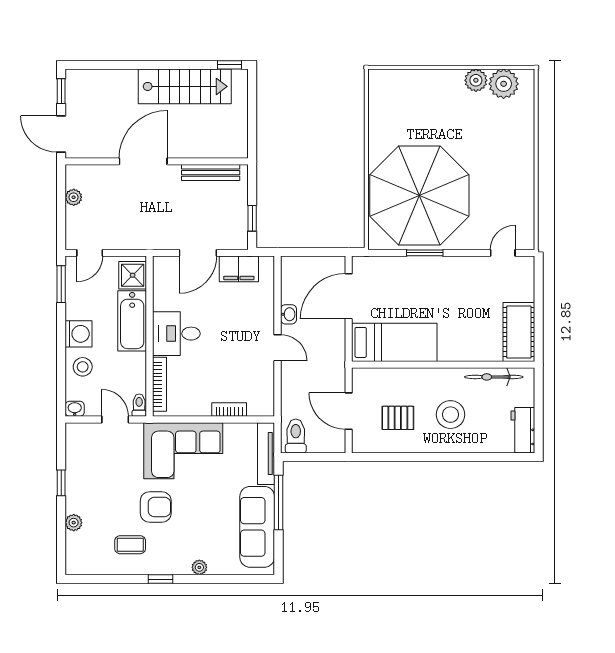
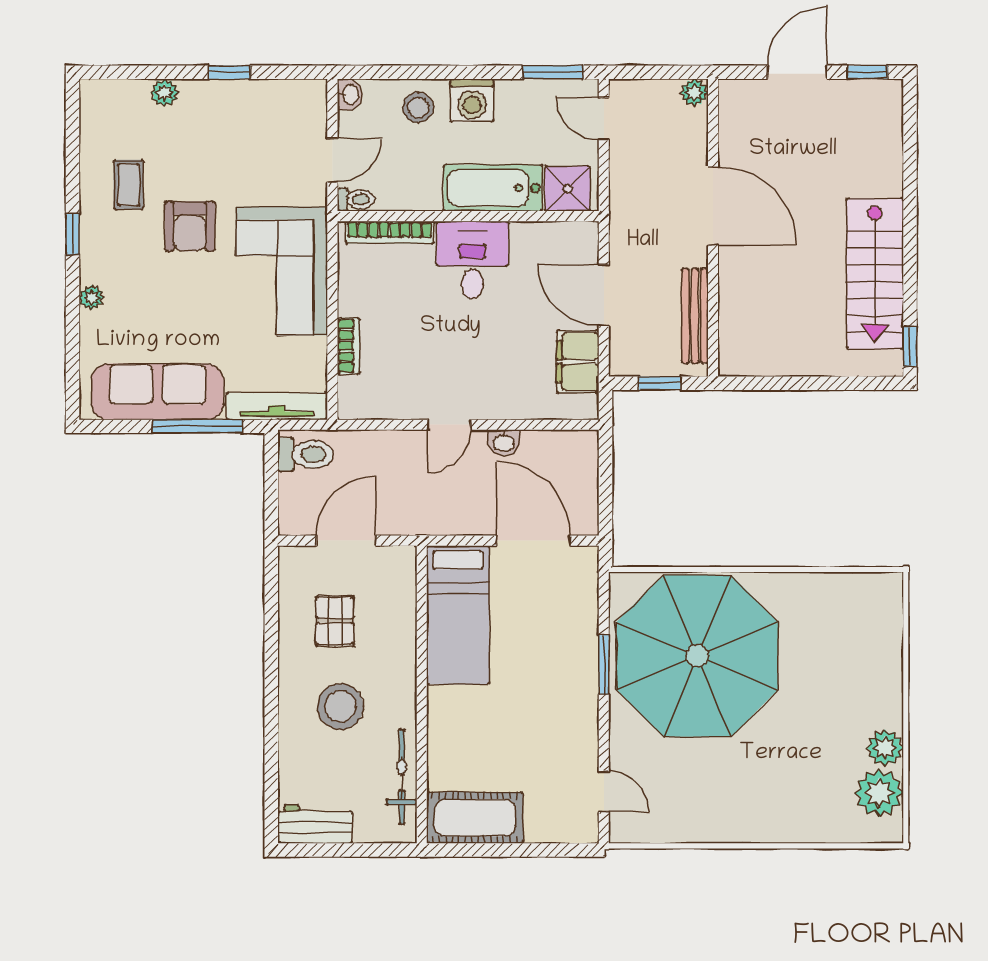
door: (143, 161) -> (713, 206), moved
wall: (157, 161) -> (713, 228), moved
bench: (211, 173) -> (695, 316), moved

